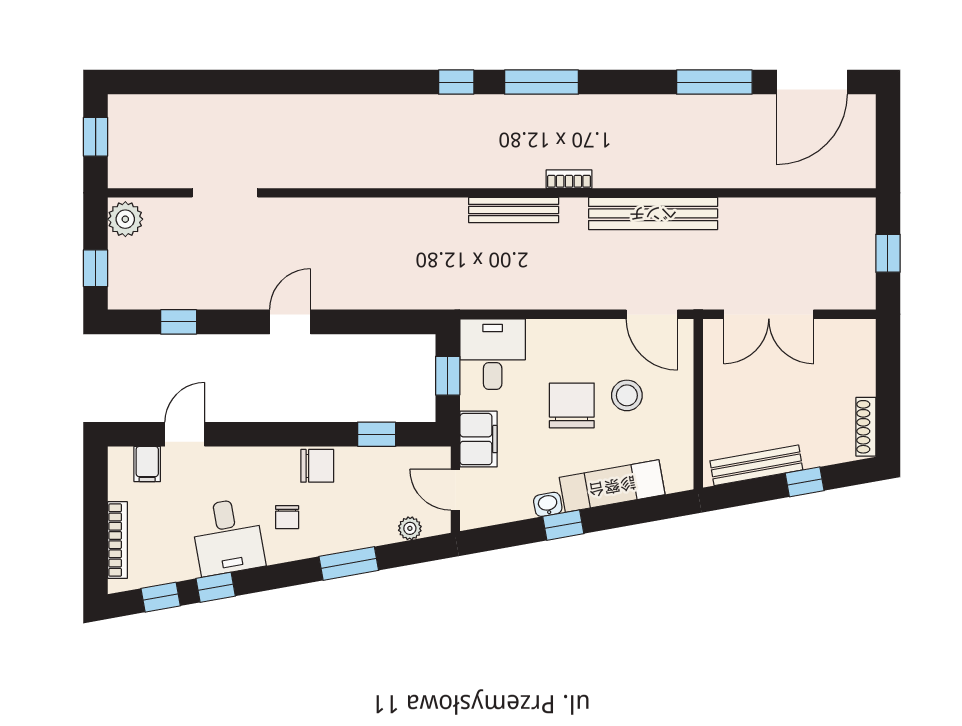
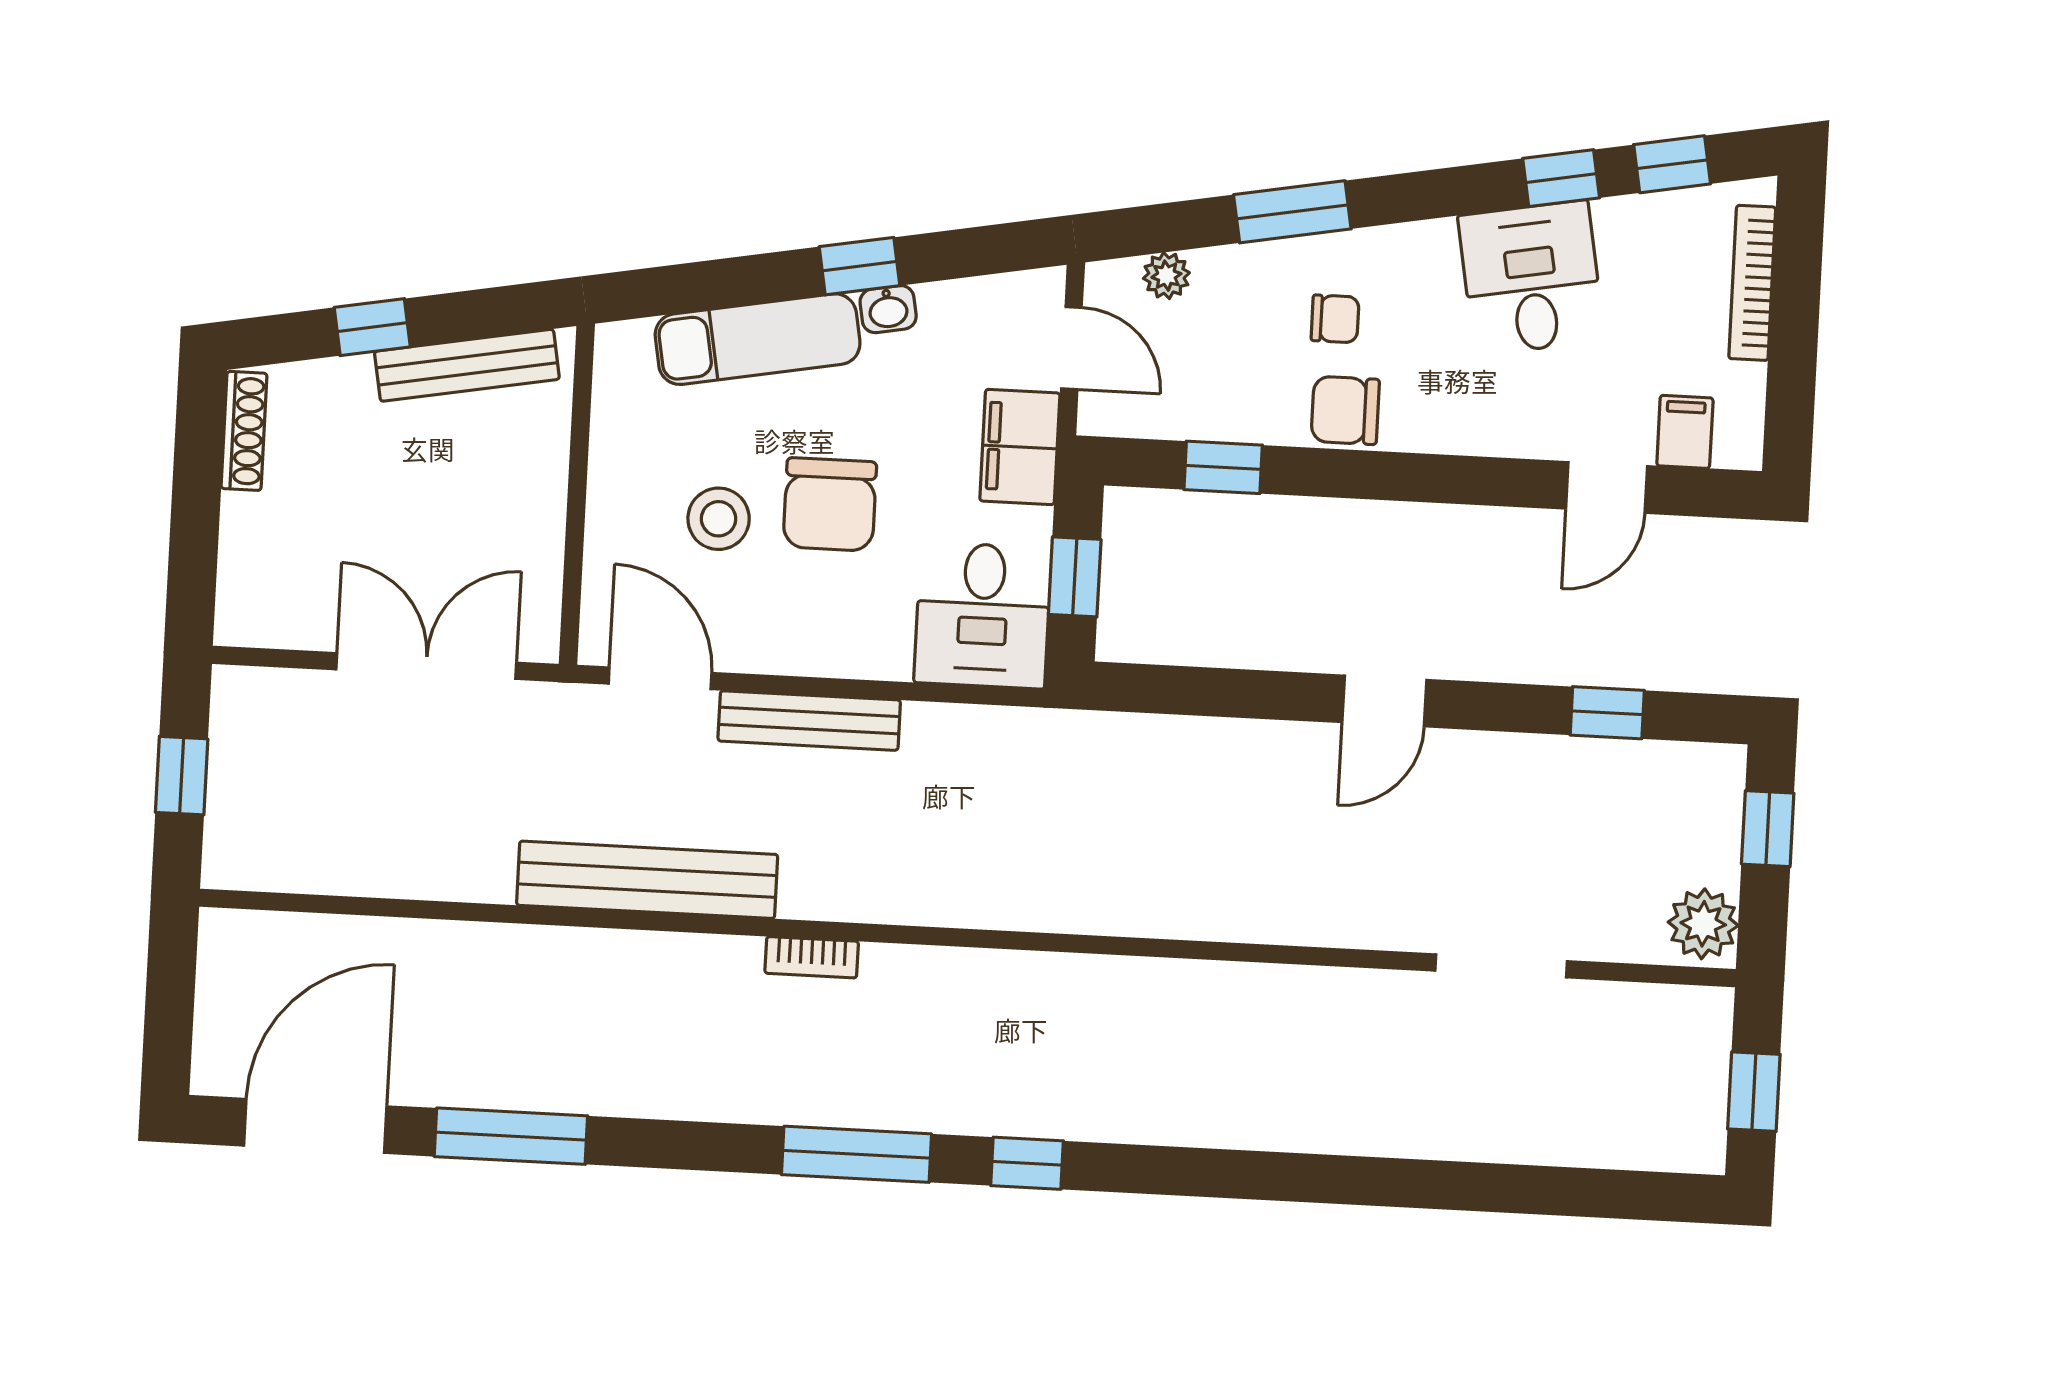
bench: (514, 210) -> (809, 721), moved
chair: (287, 517) -> (1335, 319), moved, turned 90

